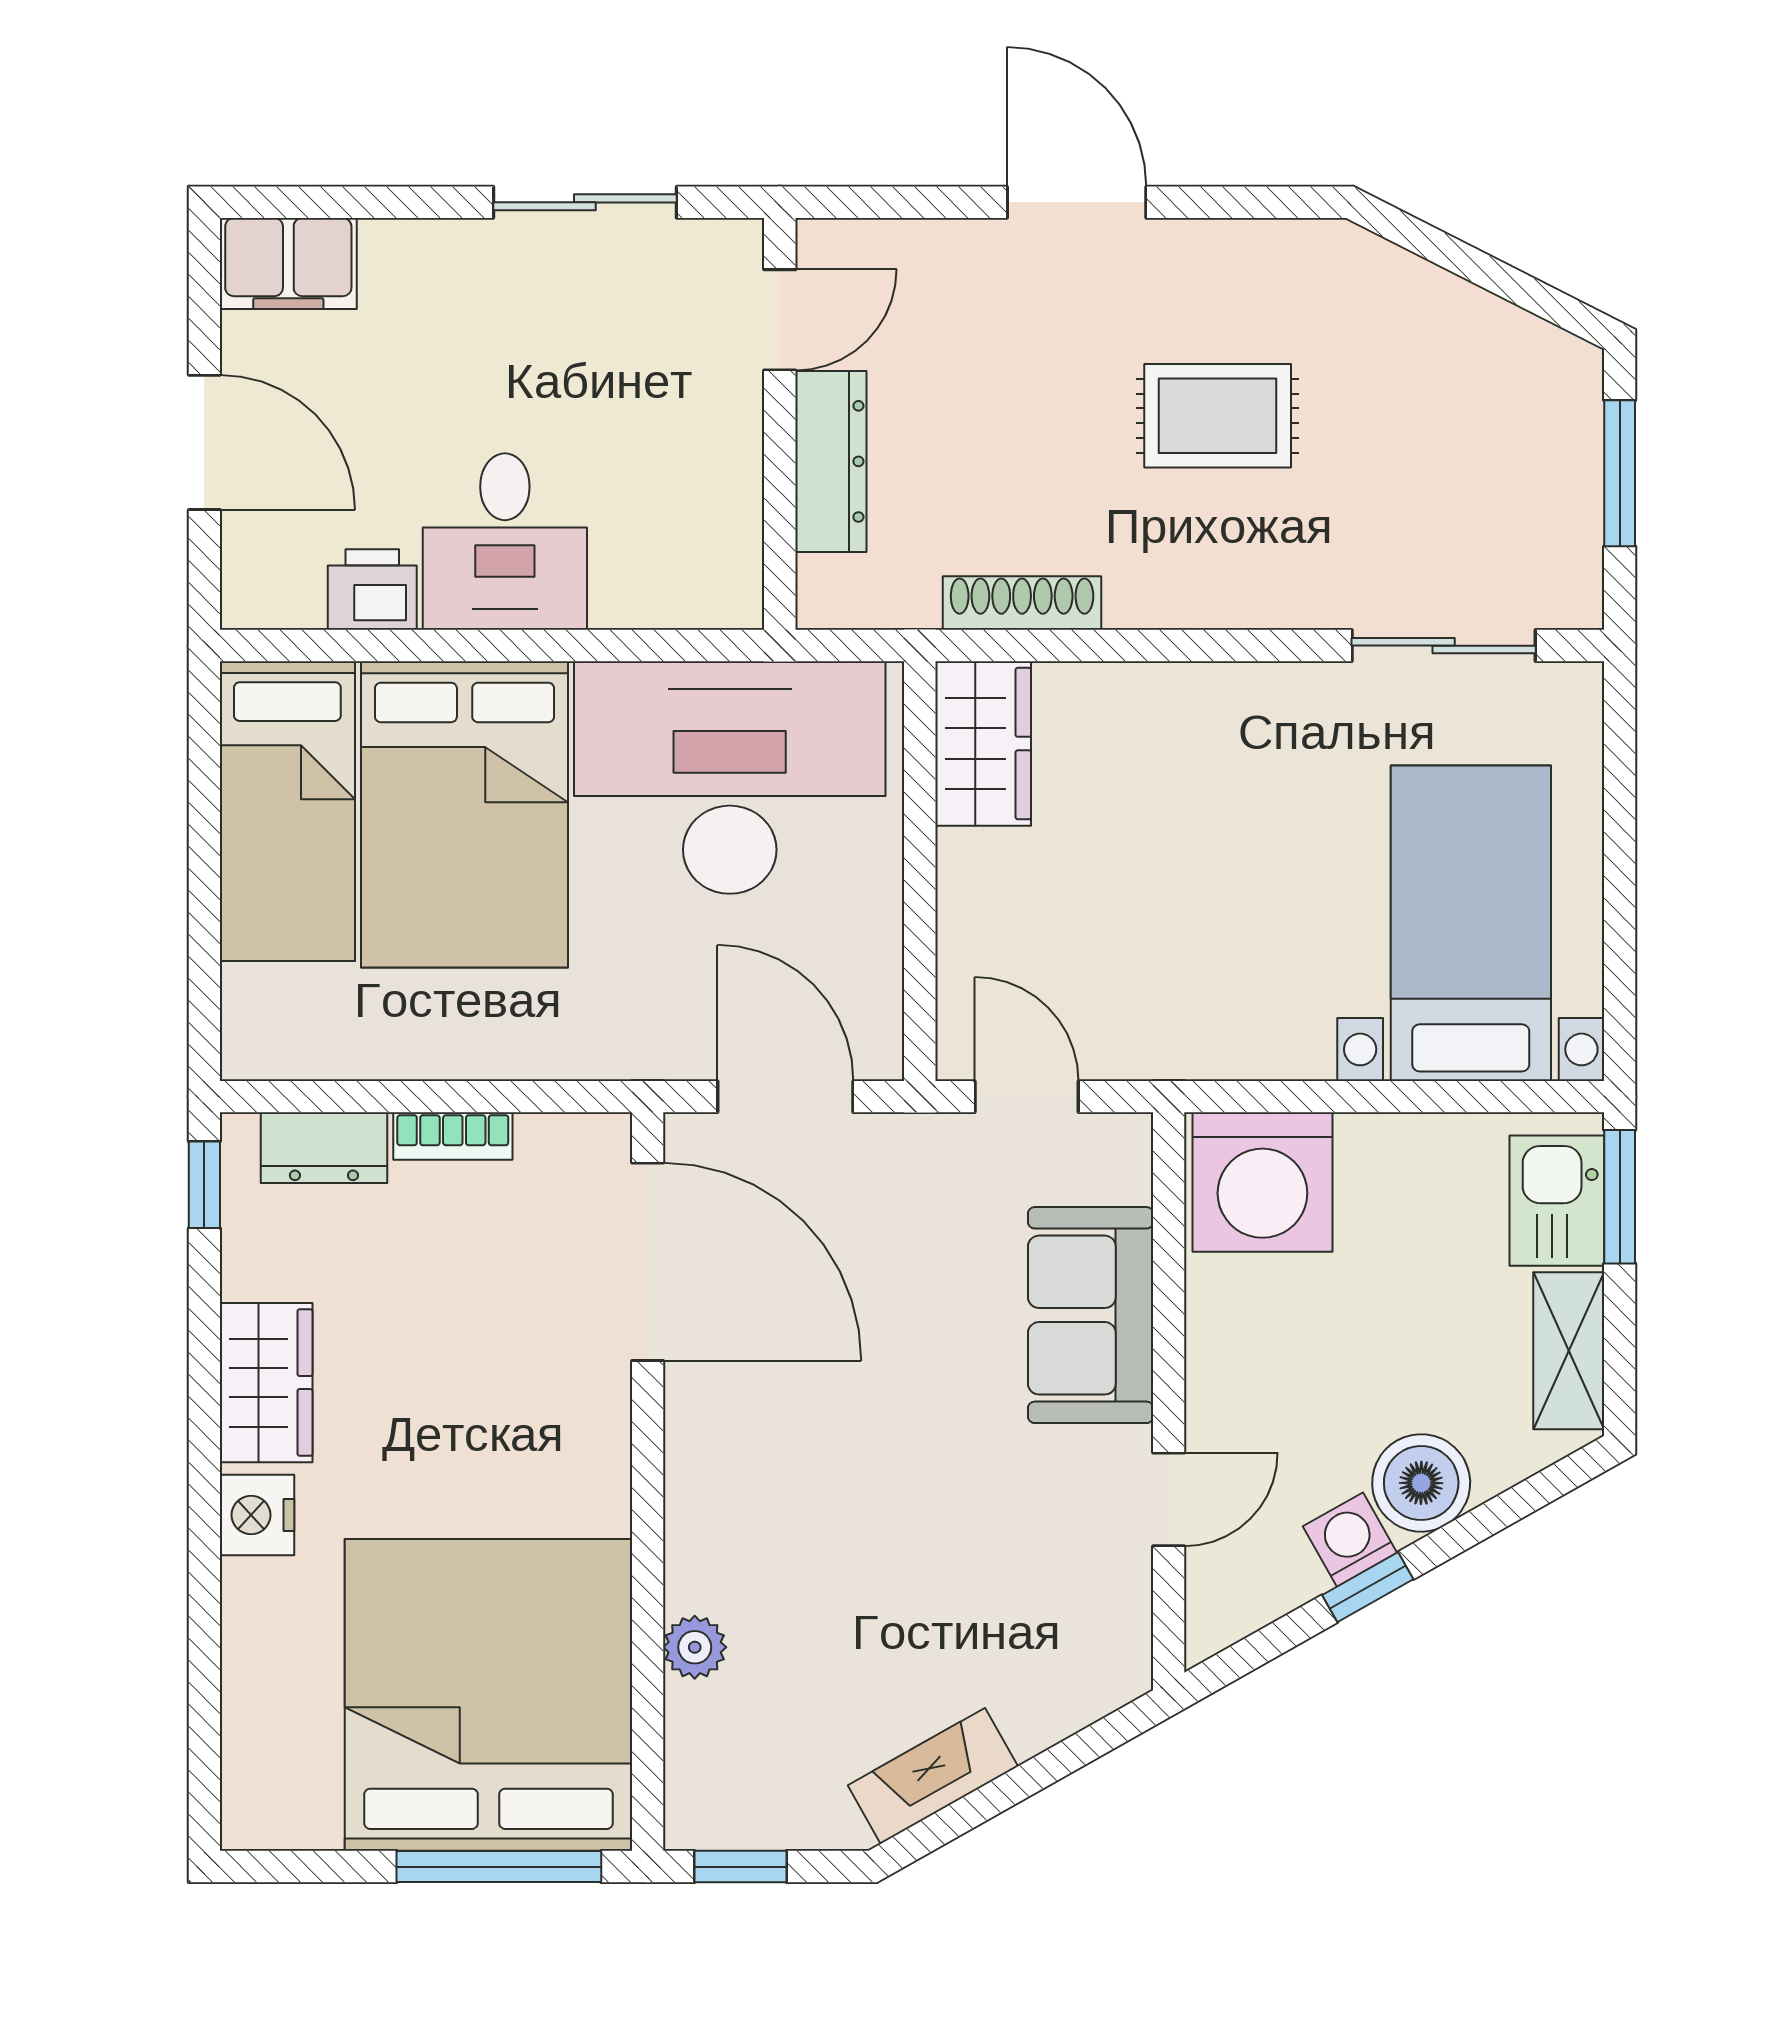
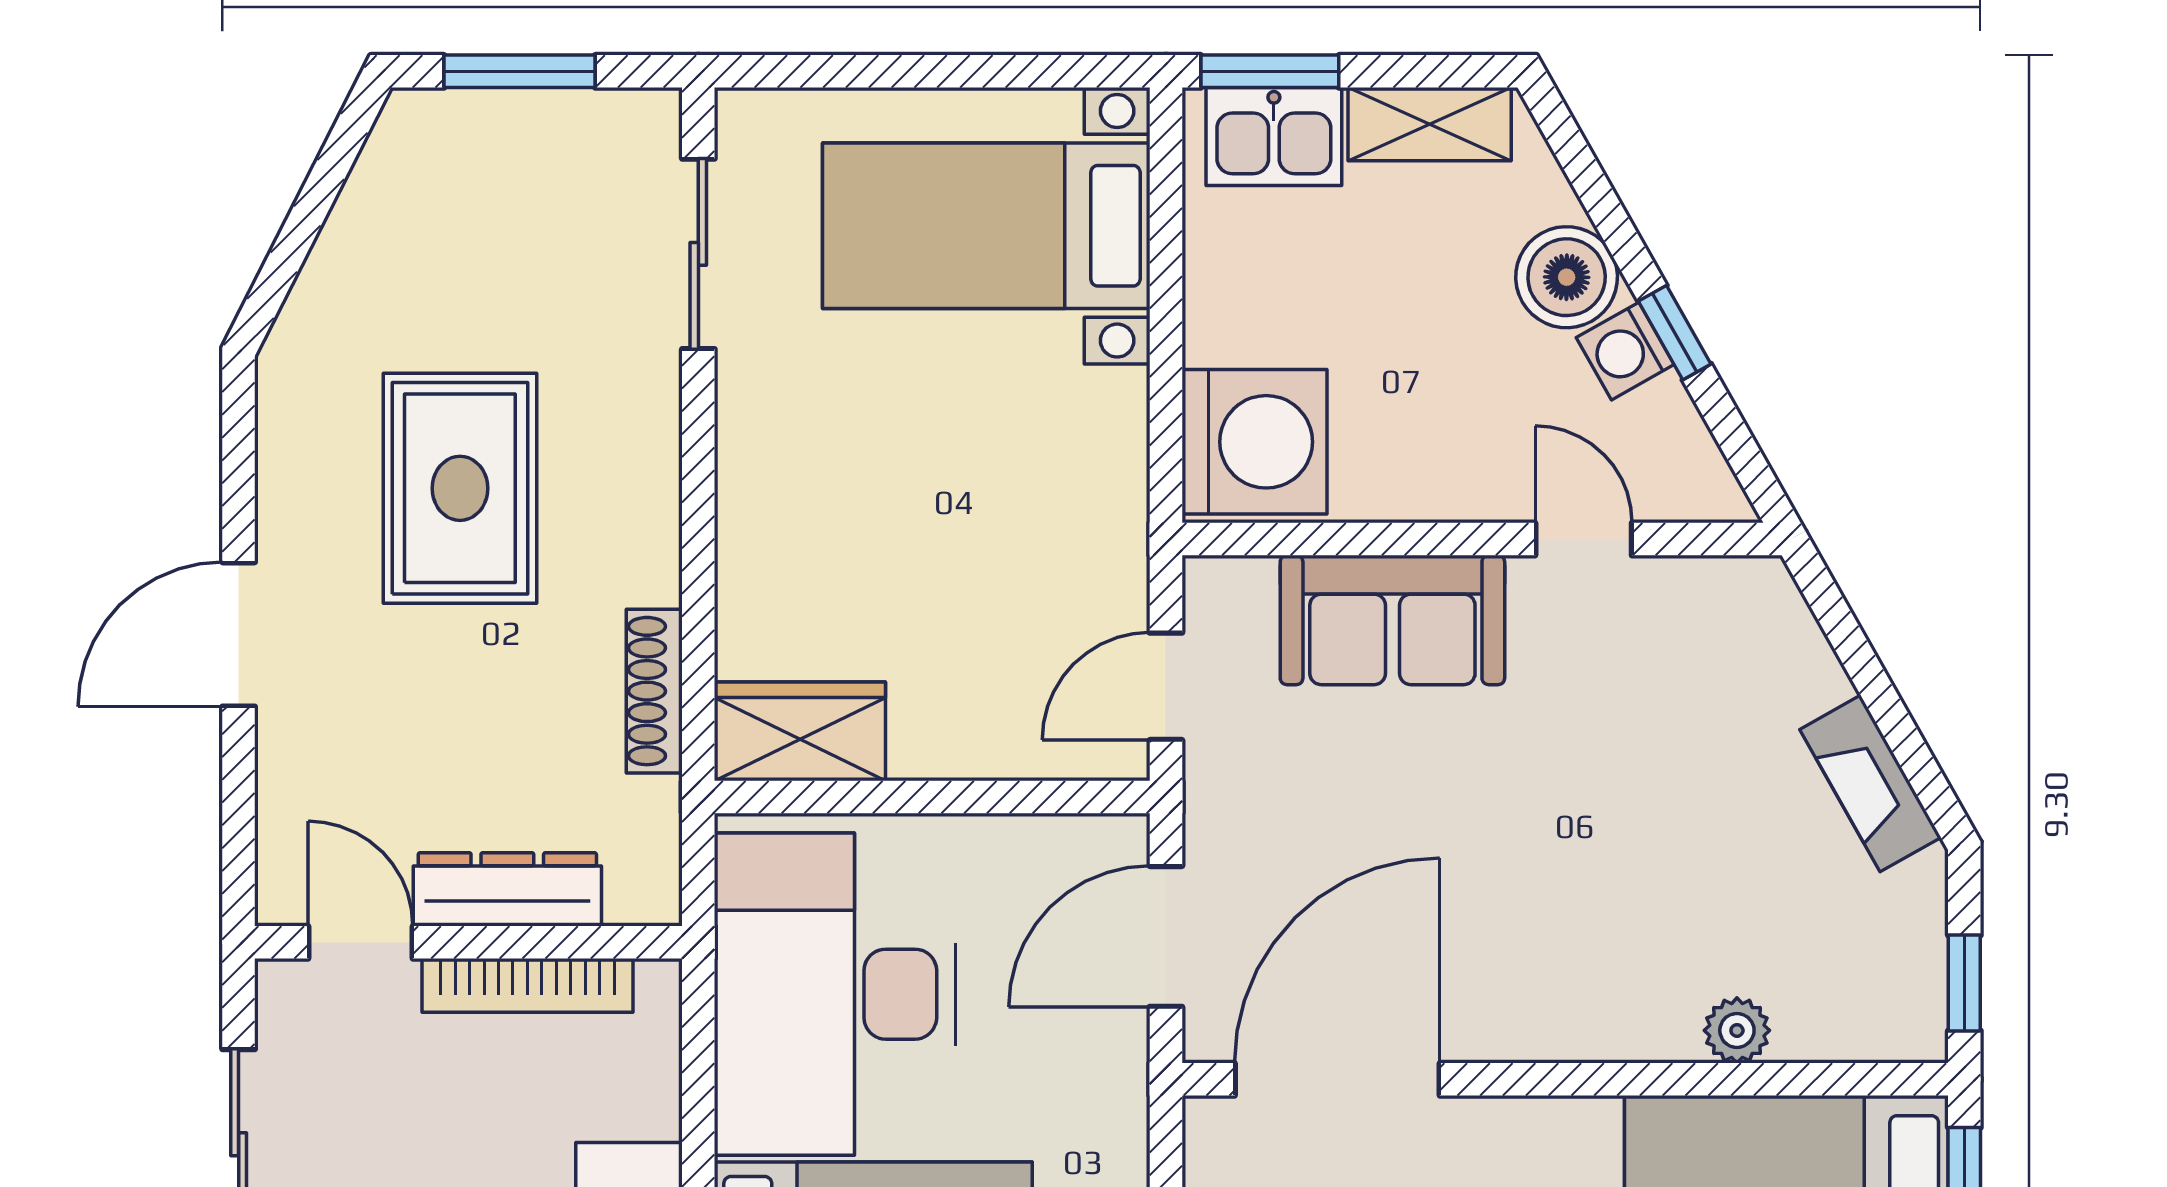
rug: (1218, 416) -> (460, 488), width x1.36, depth x1.43
bookcase: (738, 481) -> (527, 985), added

